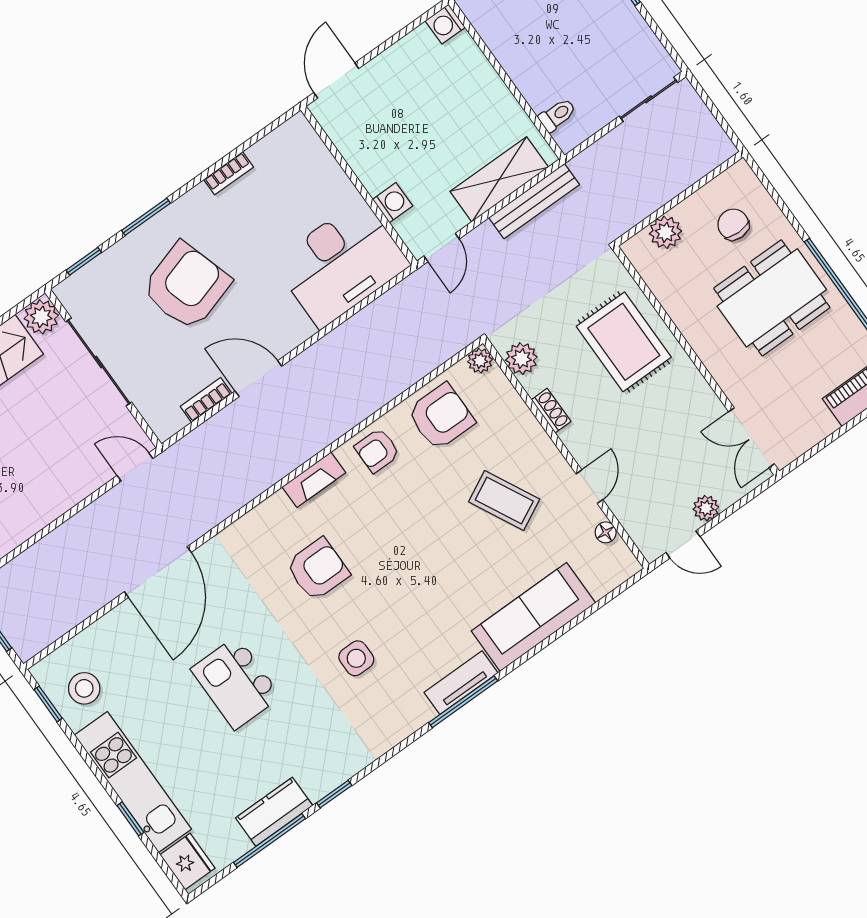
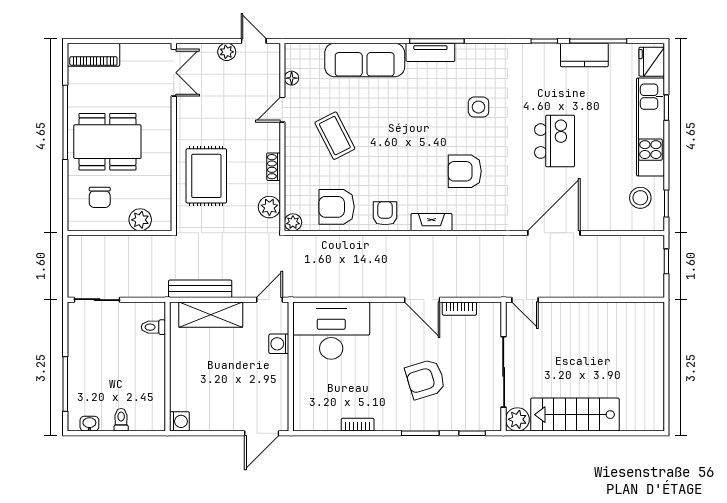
armchair: (186, 286) -> (425, 379), width x0.73, depth x0.73
armchair: (377, 450) -> (385, 213), turned -90

